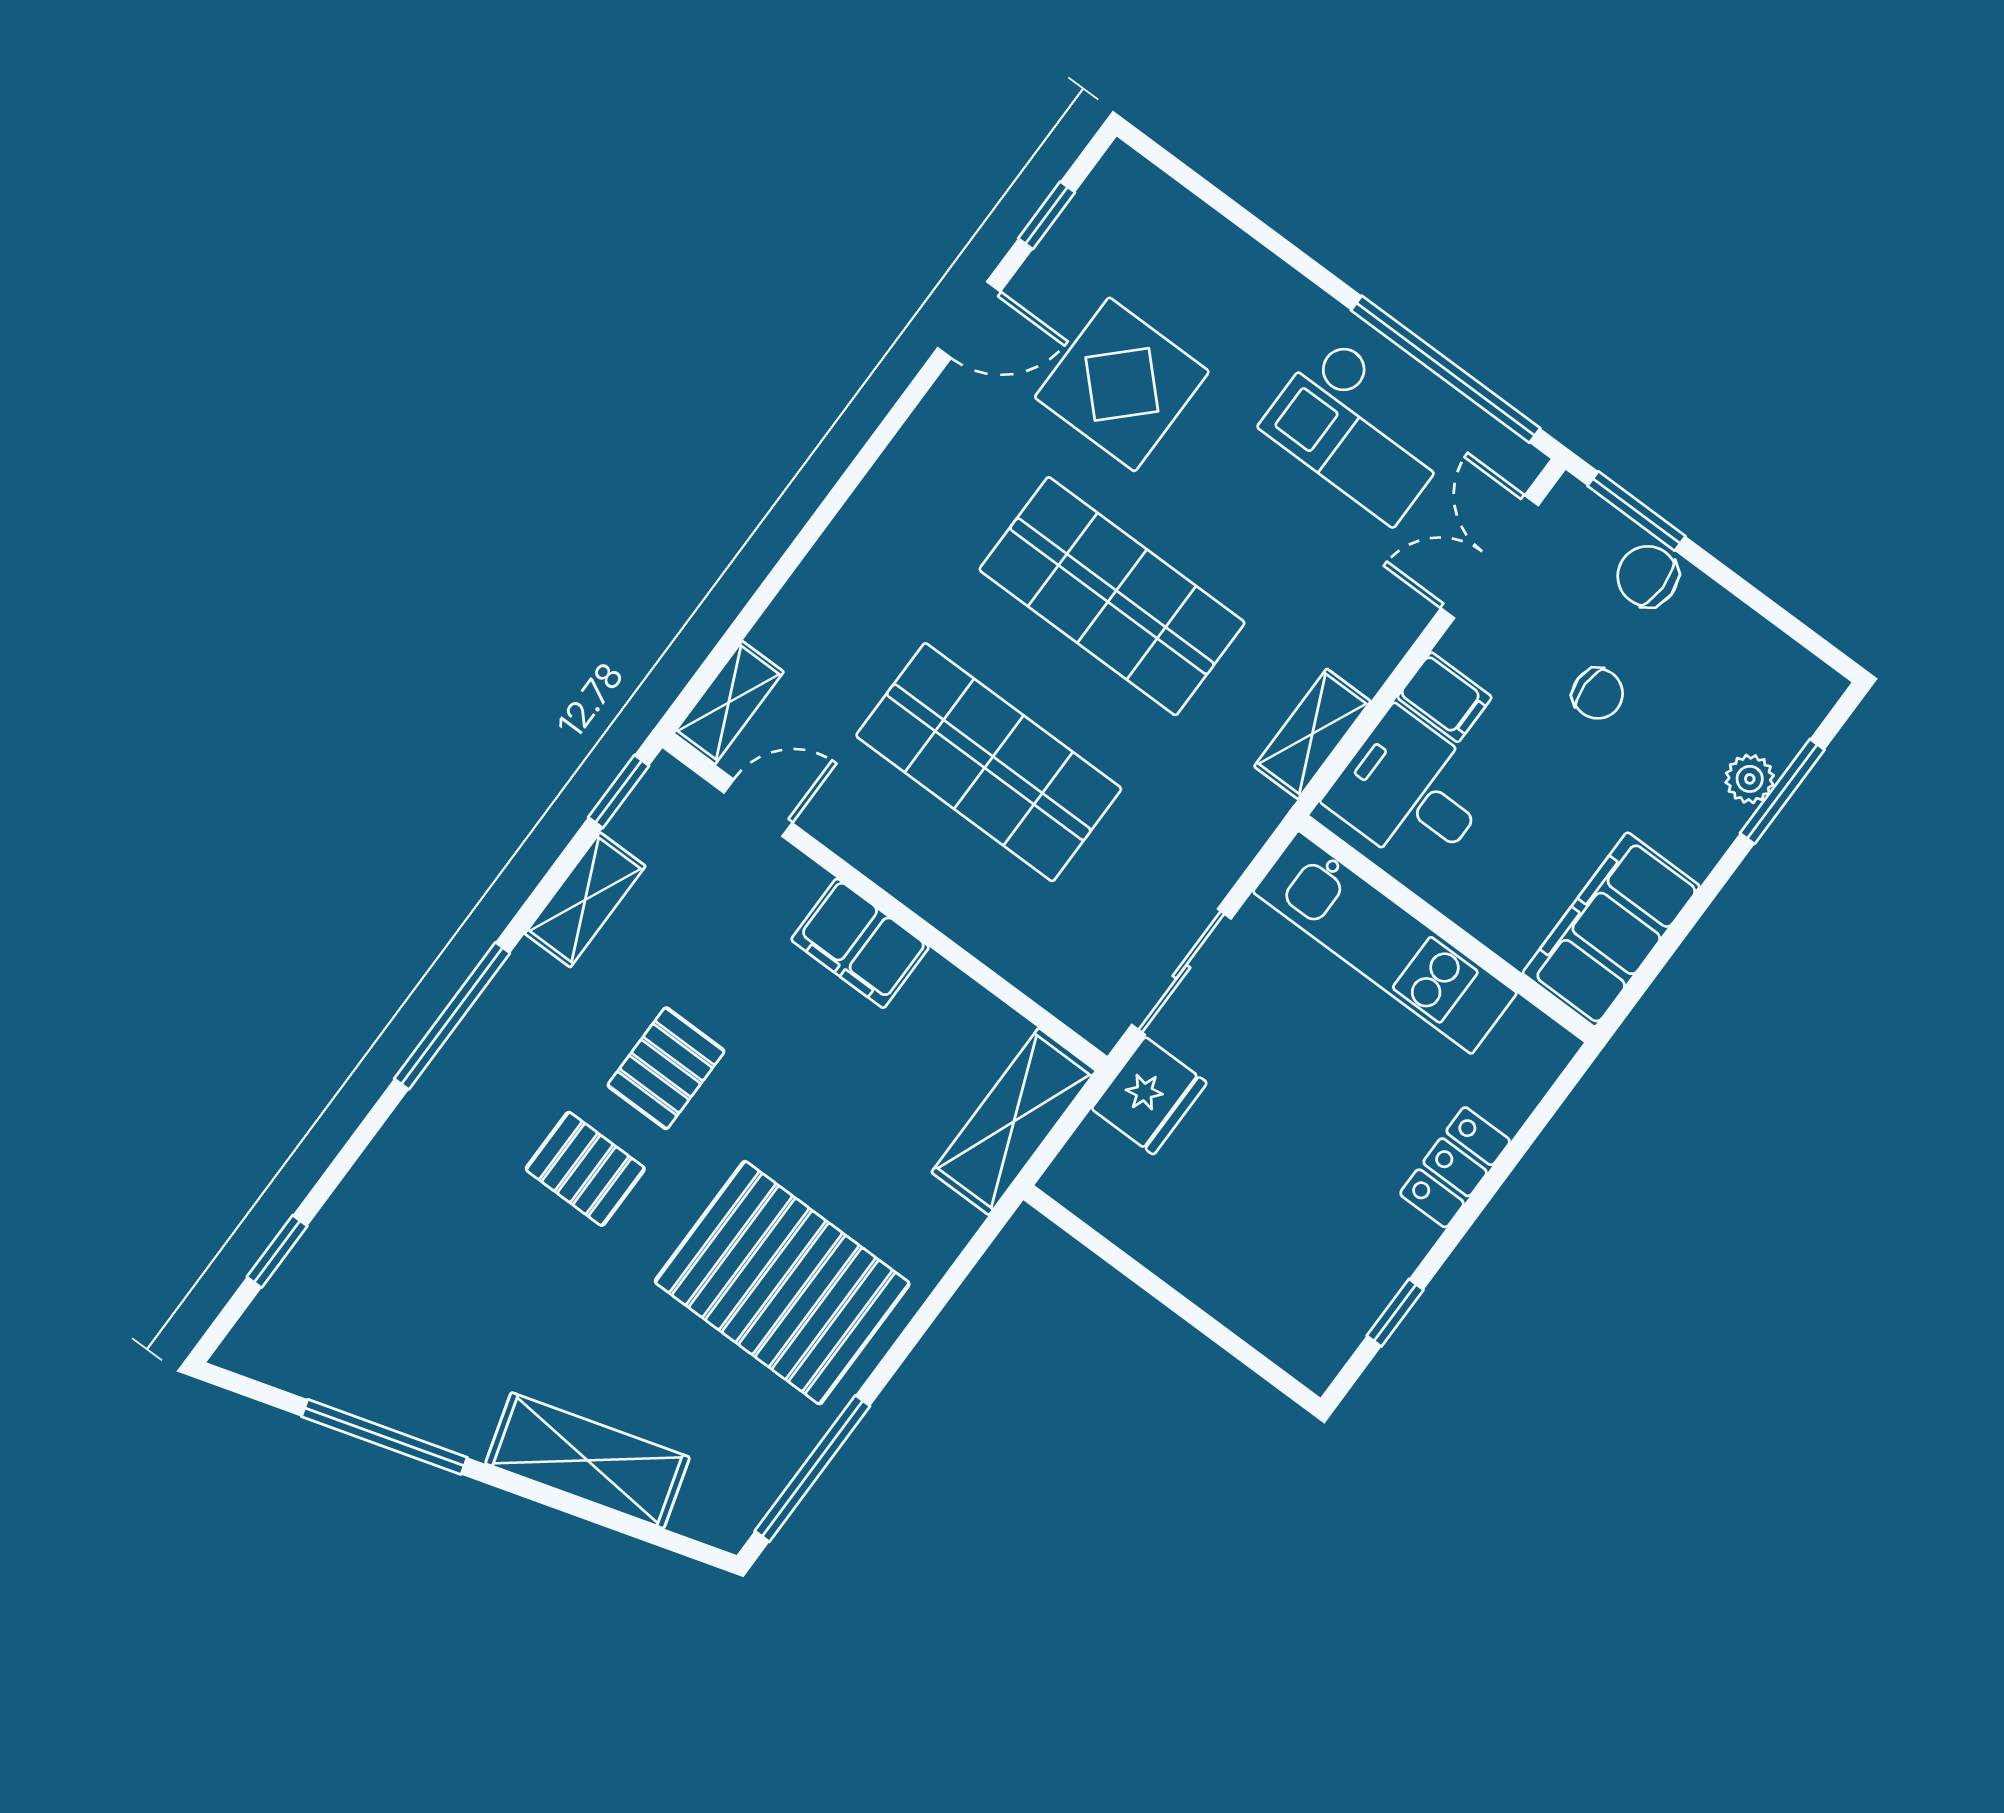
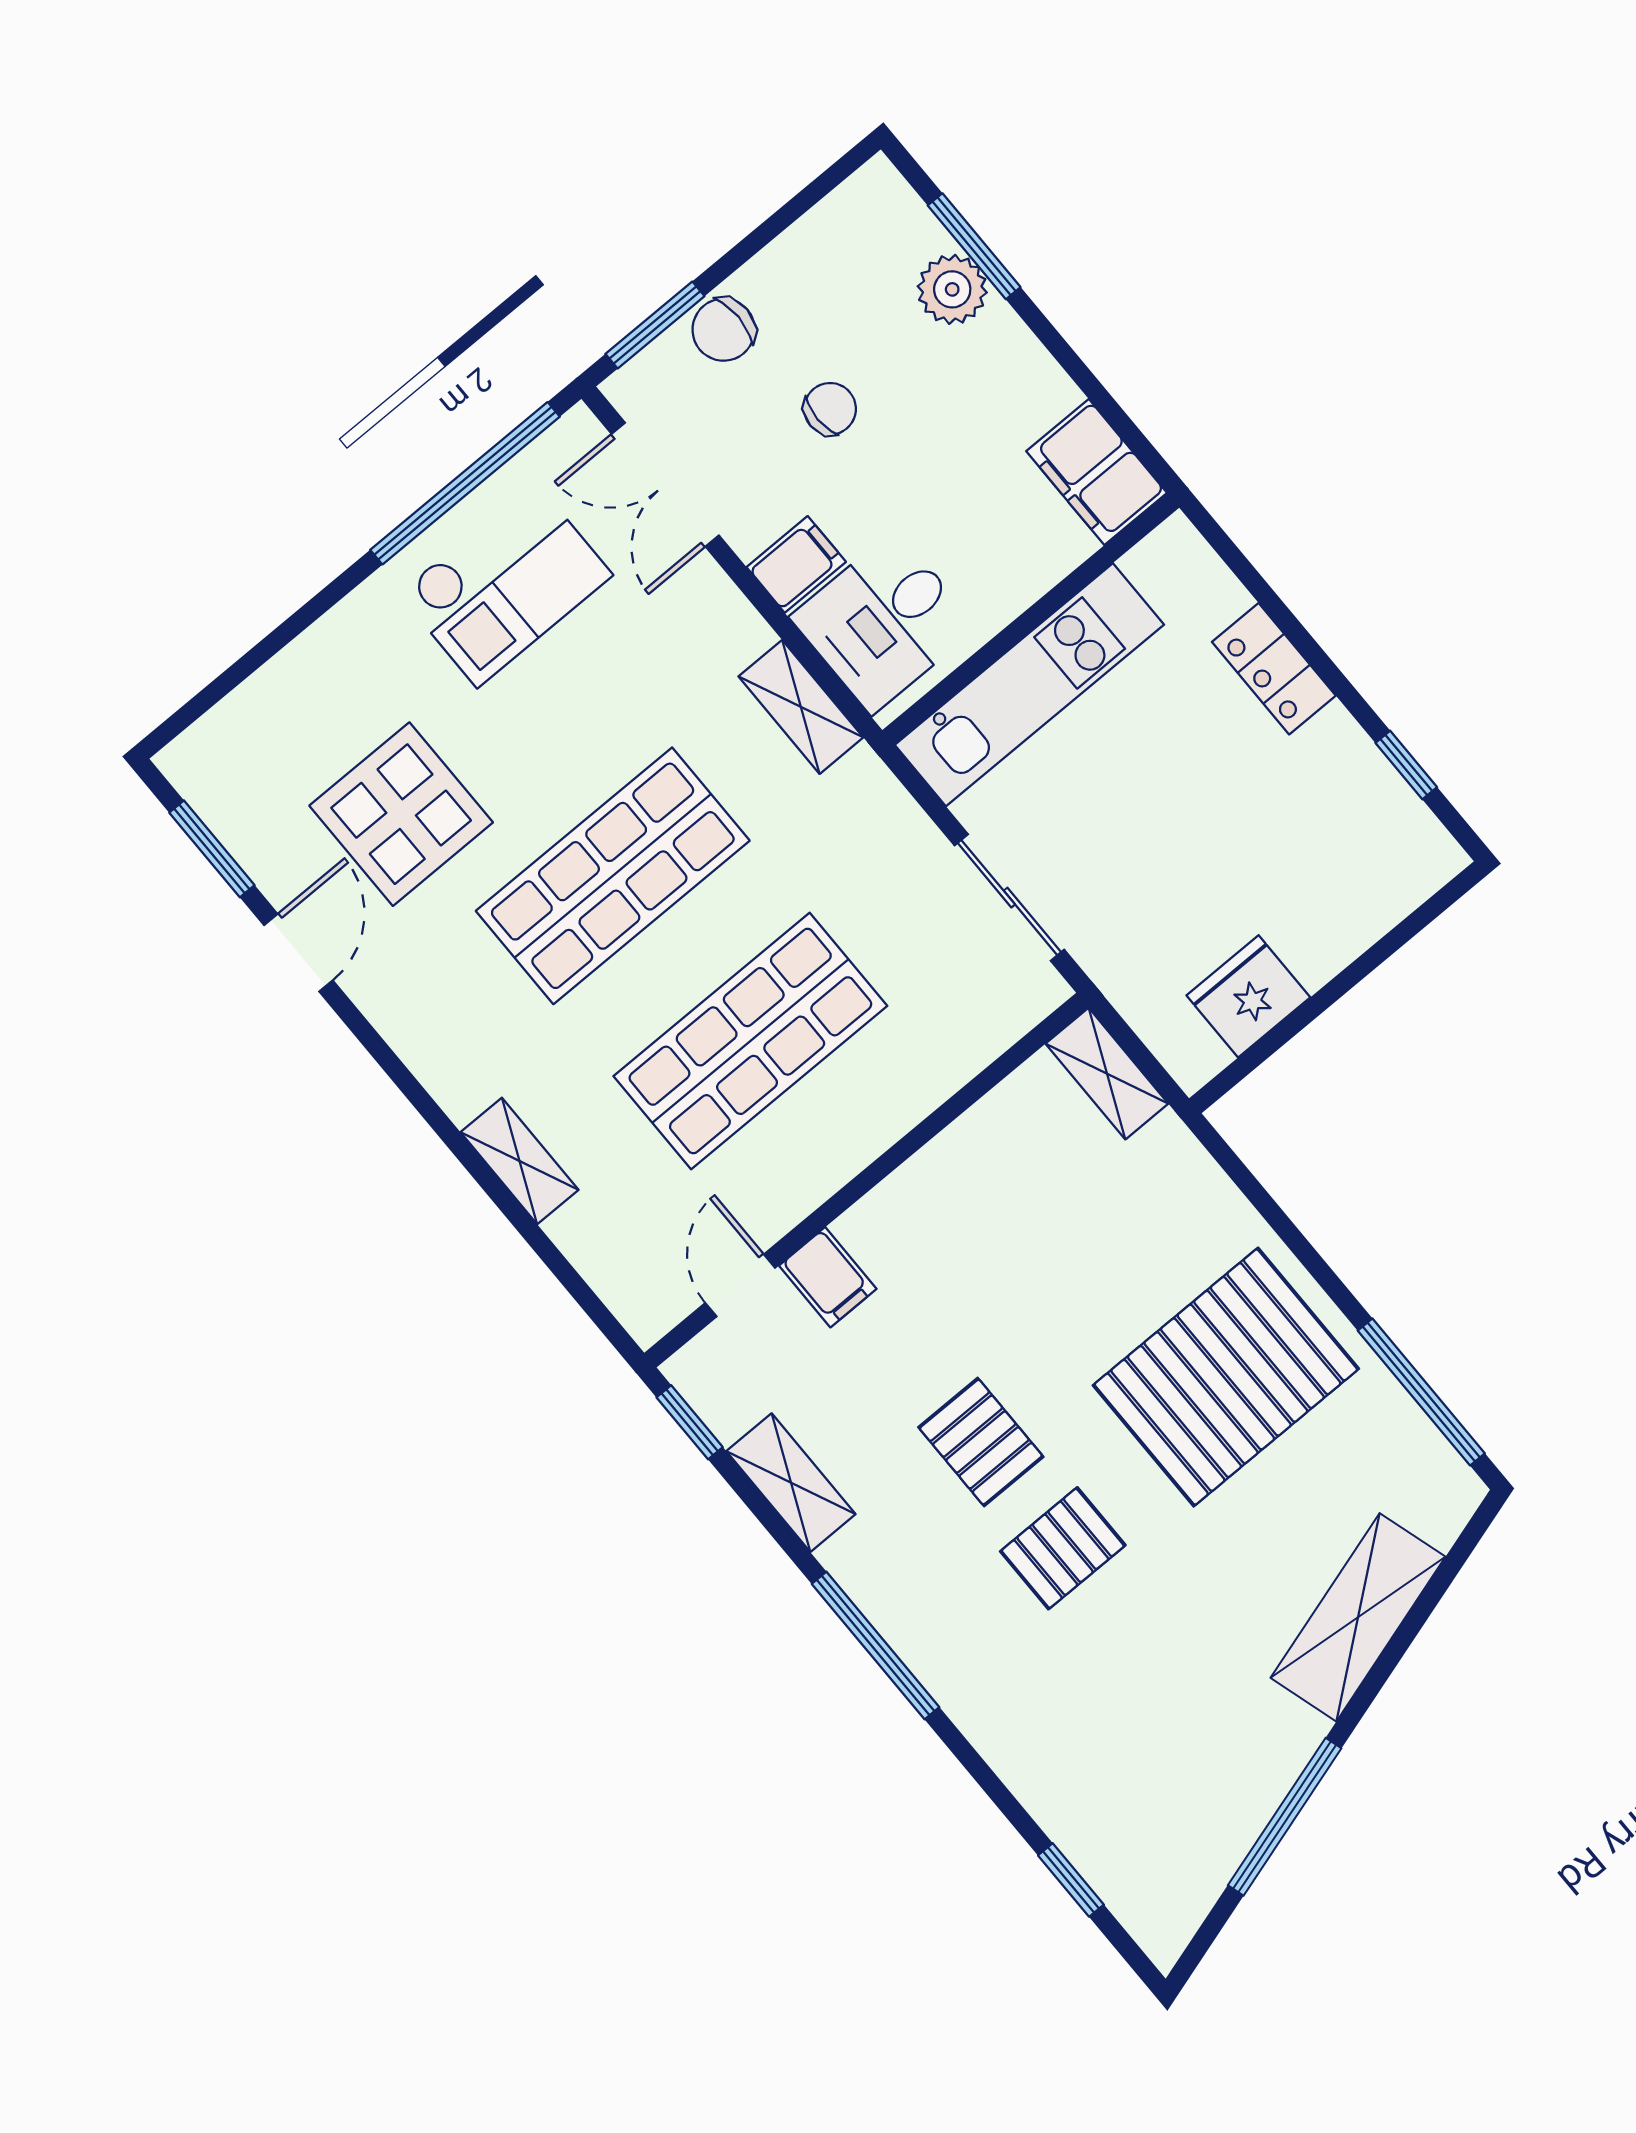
window: (1047, 215) -> (212, 849), width x1.50
shelving: (729, 703) -> (520, 1161), moved
plant: (1750, 779) -> (952, 289), width x1.38, depth x1.38
filing cabinet: (1611, 930) -> (1097, 472), width x0.67, depth x0.86
filing cabinet: (860, 943) -> (828, 1277), moved, width x0.50
fridge: (1149, 1096) -> (1248, 996), moved, turned -90
shelving: (1014, 1121) -> (1107, 1074), width x0.67, depth x0.75

